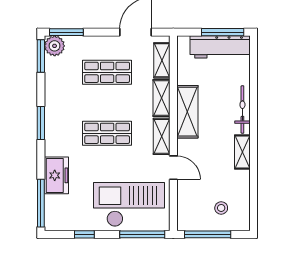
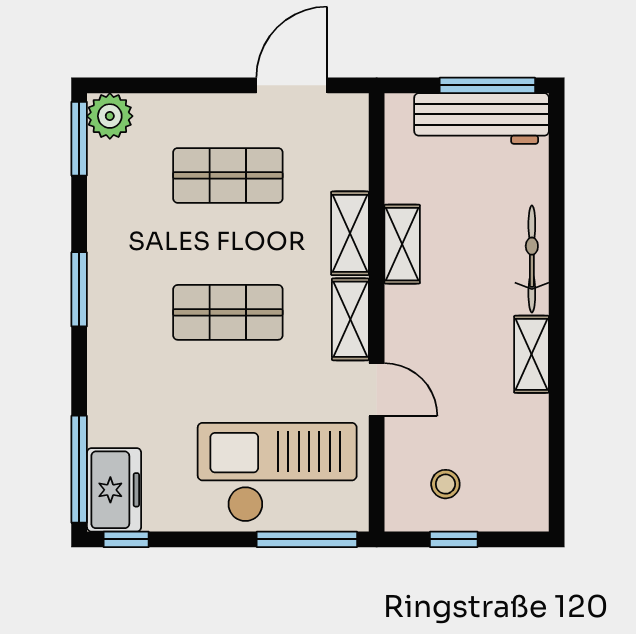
window: (66, 32) -> (137, 85), removed
shelving: (162, 60) -> (351, 148), removed
shelving: (187, 112) -> (402, 244), width x0.67, depth x0.75
freezer: (56, 175) -> (114, 490), moved
stool: (221, 208) -> (445, 484), moved
window: (84, 234) -> (126, 539), moved
window: (208, 234) -> (454, 539), width x0.46

